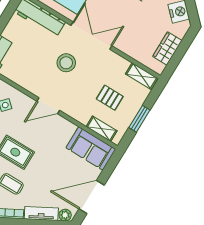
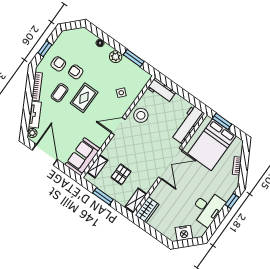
wardrobe: (167, 48) -> (147, 210), moved, turned 90
stool: (66, 63) -> (141, 115), moved
door: (48, 106) -> (118, 126), hinge flipped

